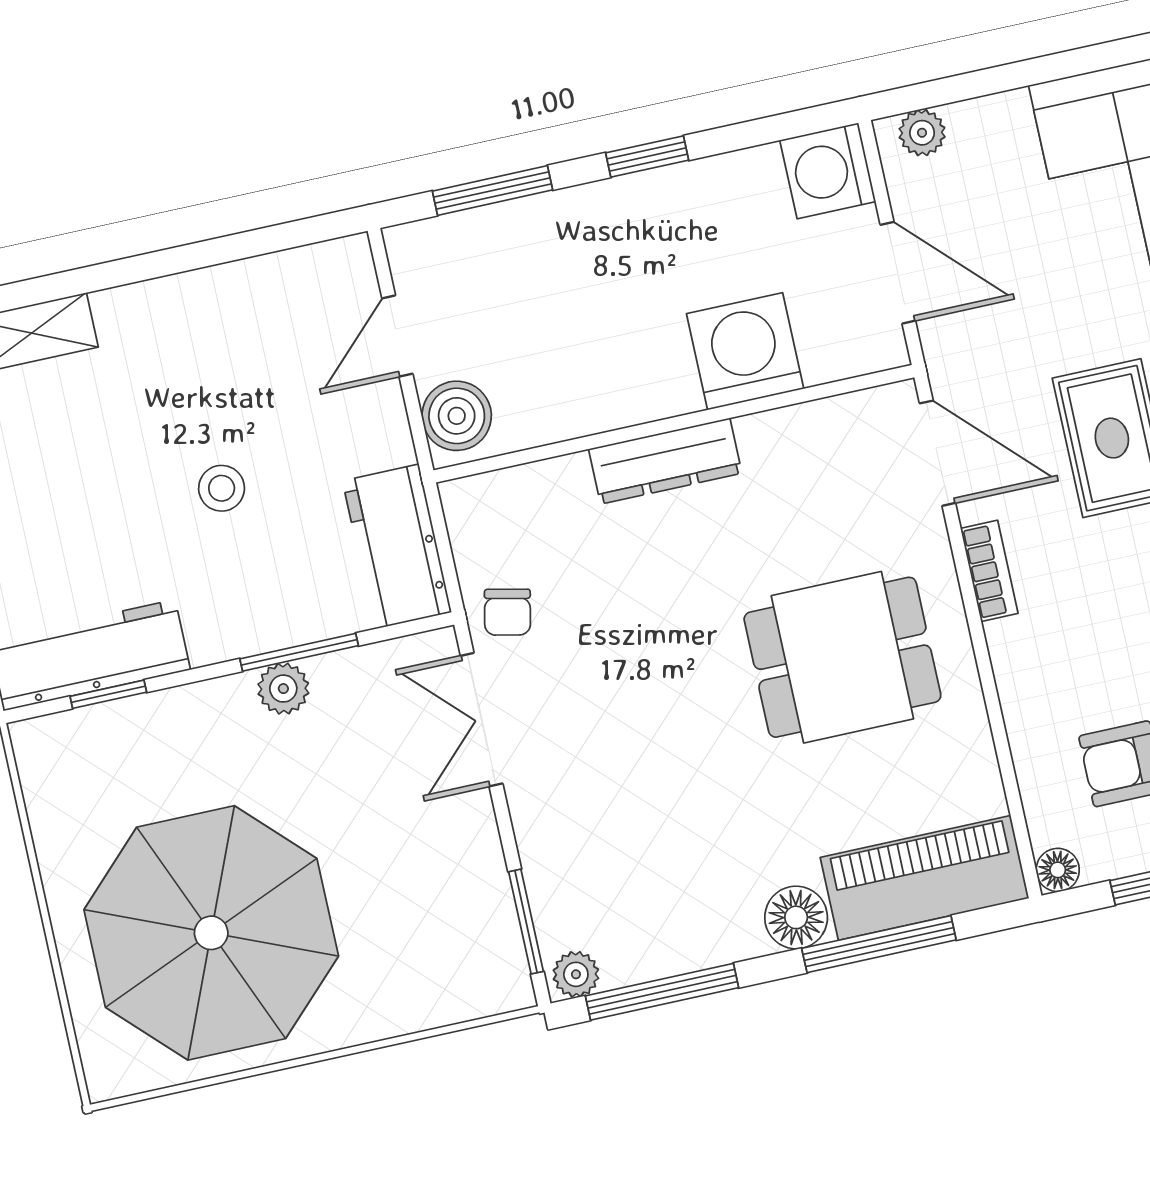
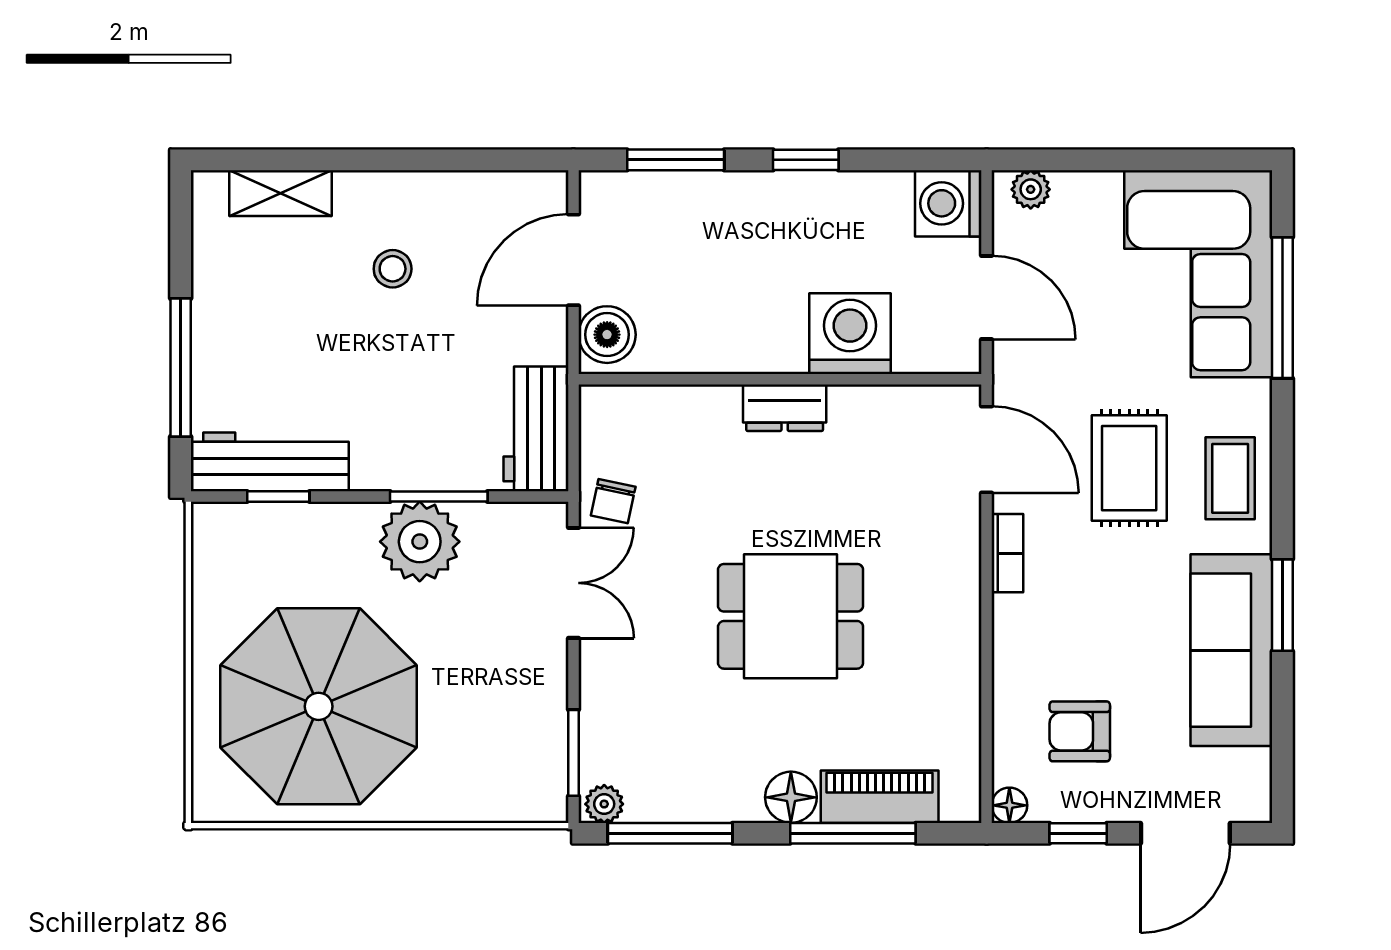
door: (397, 336) -> (573, 260), width x1.38
dresser: (665, 461) -> (785, 408), width x0.70
stool: (222, 488) -> (393, 269), moved
dining table: (842, 657) -> (791, 616), moved
plant: (283, 689) -> (420, 542), width x1.87, depth x1.87
double door: (482, 720) -> (573, 583), swing flipped
piano: (925, 878) -> (880, 797), width x0.73, depth x0.75

